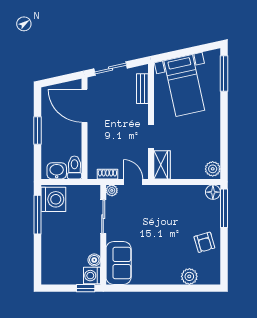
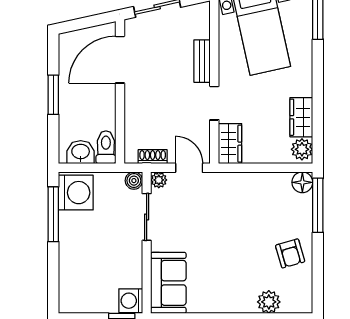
bench: (142, 89) -> (202, 61), moved
door: (84, 106) -> (120, 60), hinge flipped
wardrobe: (212, 146) -> (301, 117), added
boiler: (94, 260) -> (134, 181), moved

